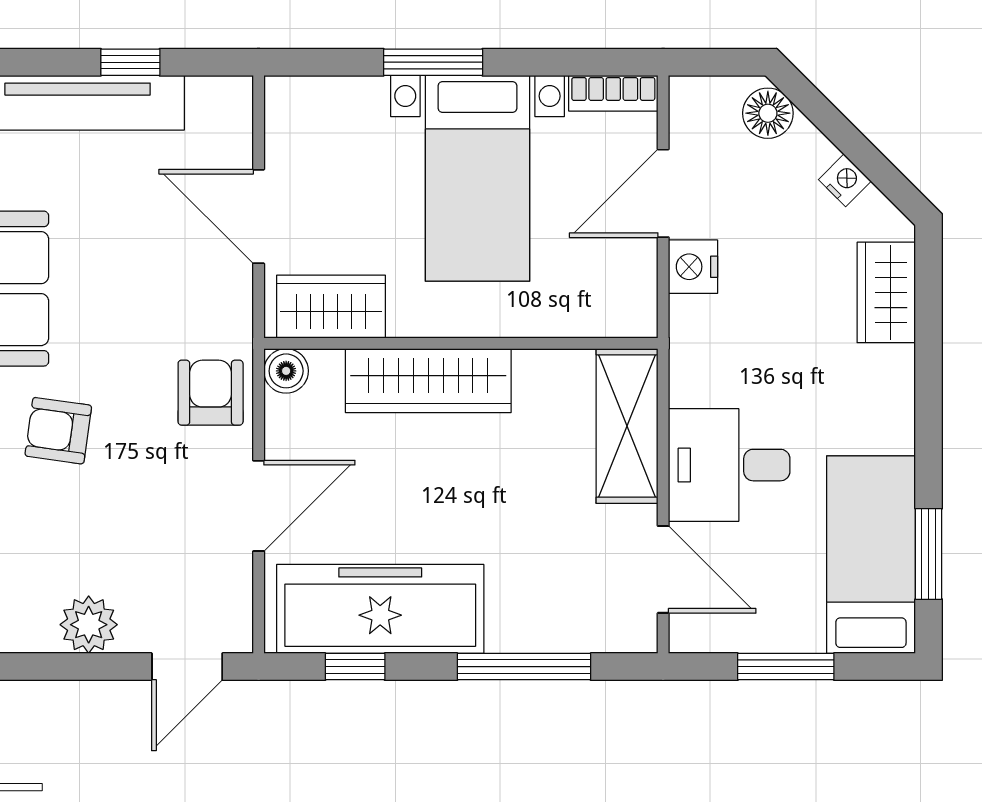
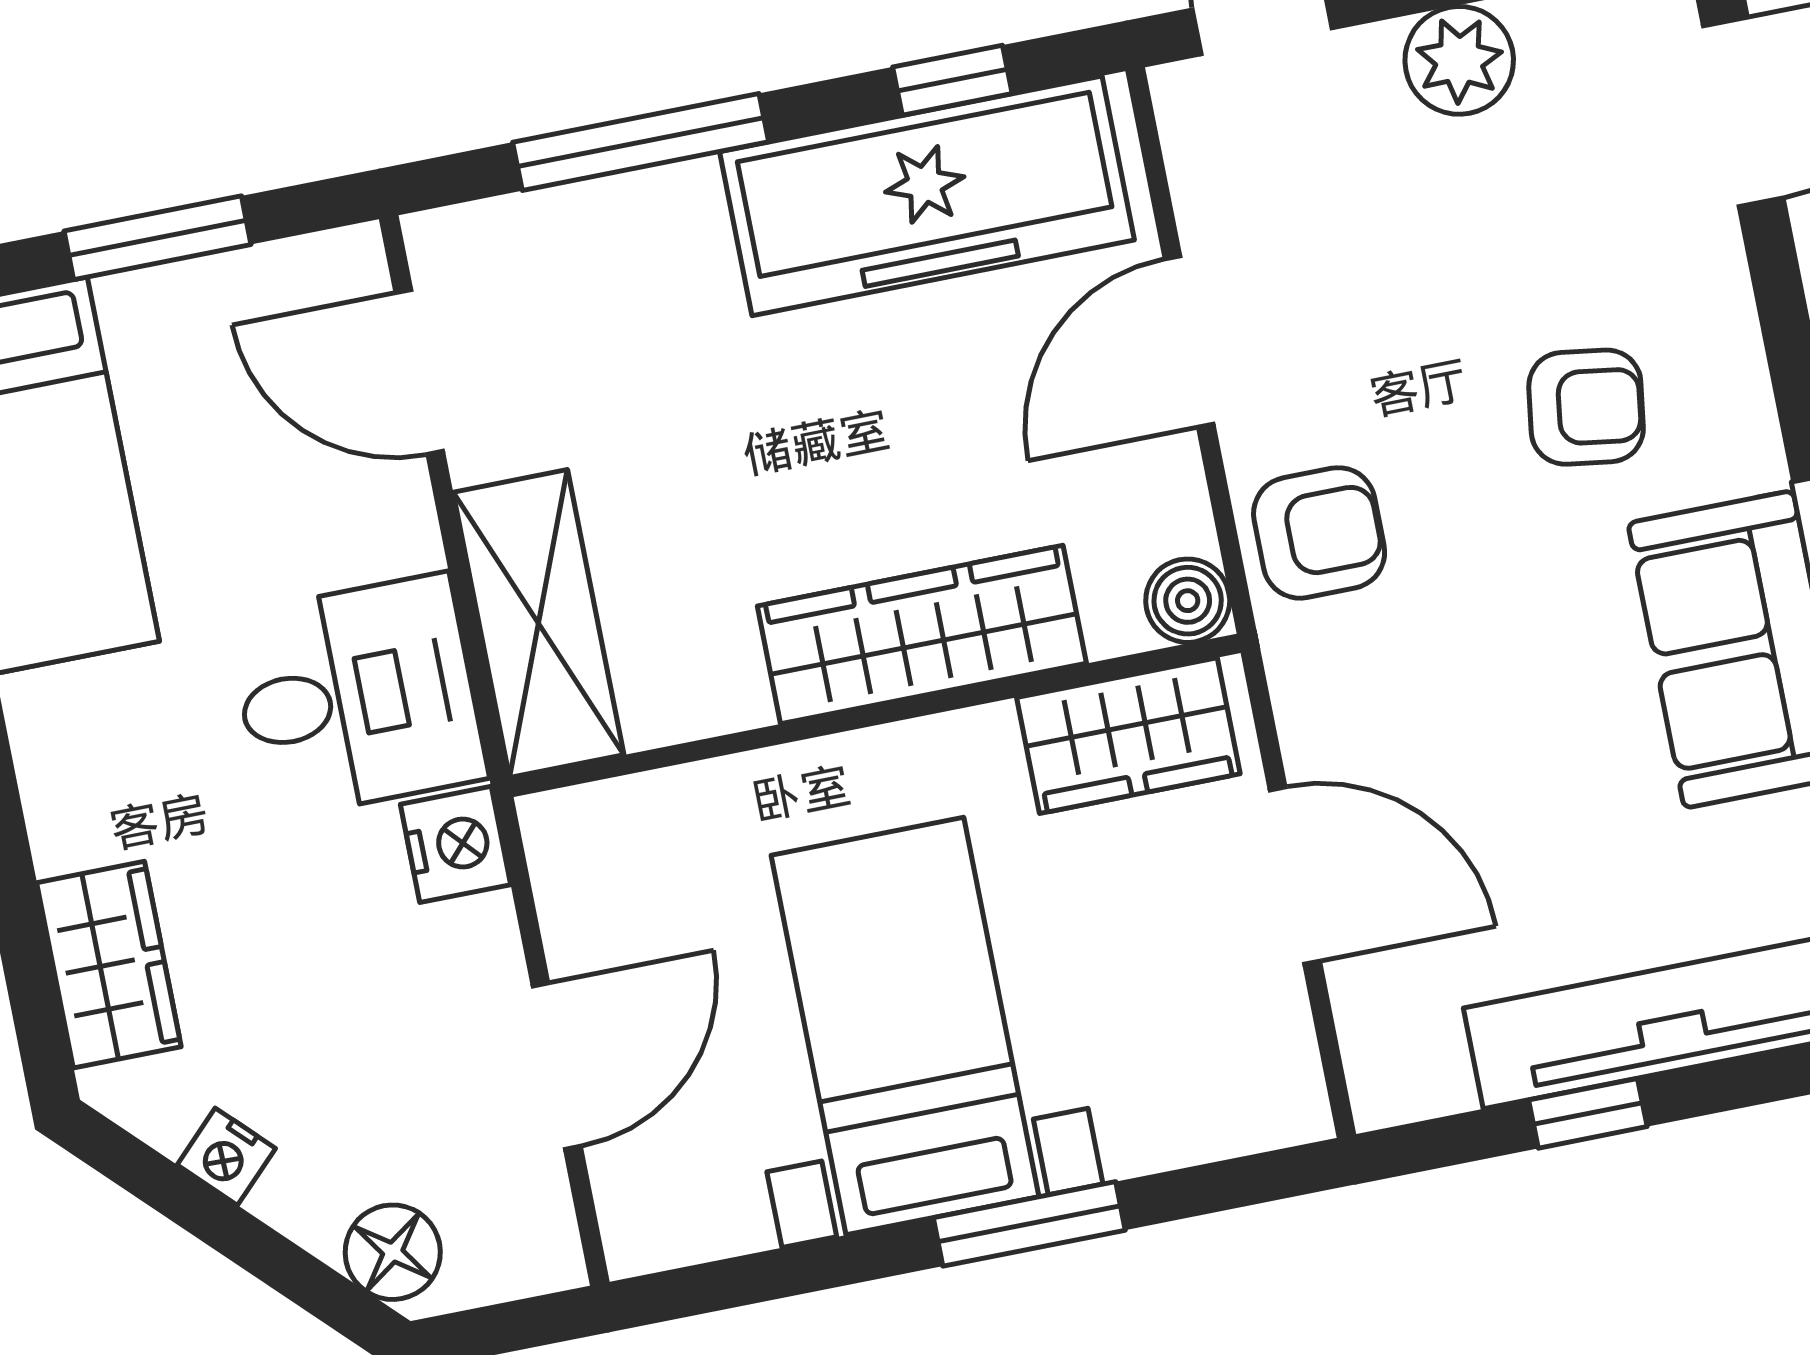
bookcase: (613, 93) -> (685, 1233), removed
nightstand: (693, 267) -> (456, 844), moved
armchair: (211, 393) -> (1319, 533), turned -90
desk: (729, 465) -> (357, 697), moved

